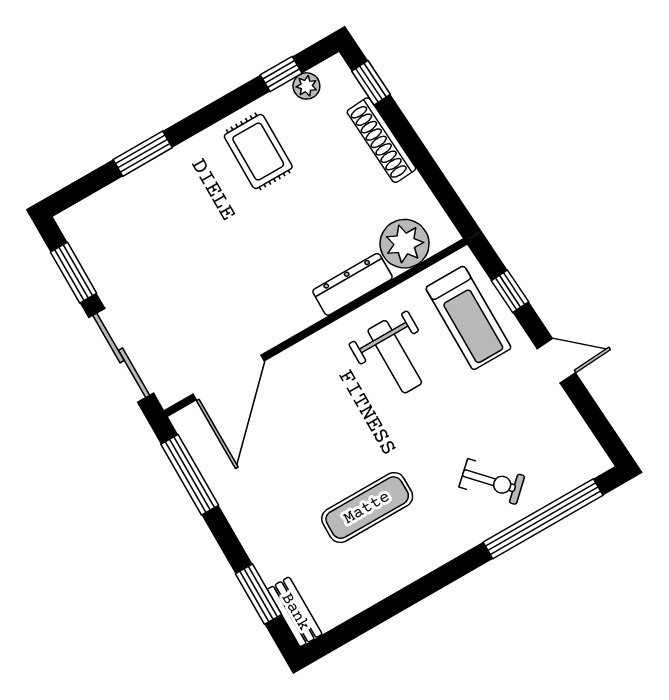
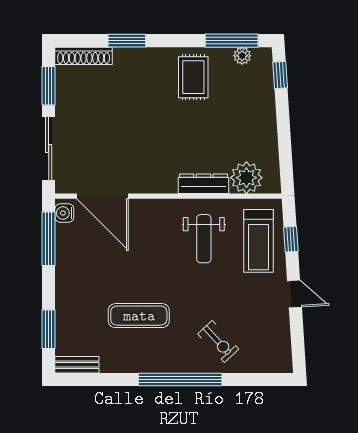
window: (281, 74) -> (232, 41), width x2.17
shoe rack: (381, 140) -> (84, 56), moved, turned -86
door: (229, 377) -> (102, 196), hinge flipped
water cooler: (191, 429) -> (64, 213), added
window: (543, 519) -> (180, 380), moved
bench: (295, 612) -> (77, 365), moved, turned 90

